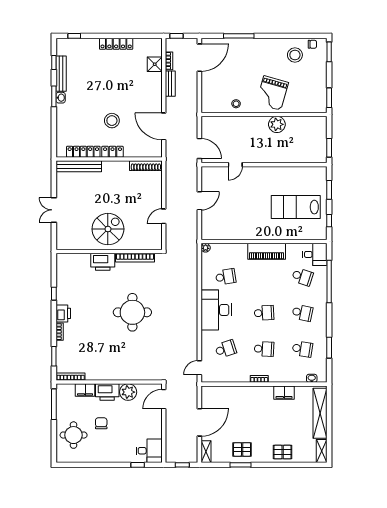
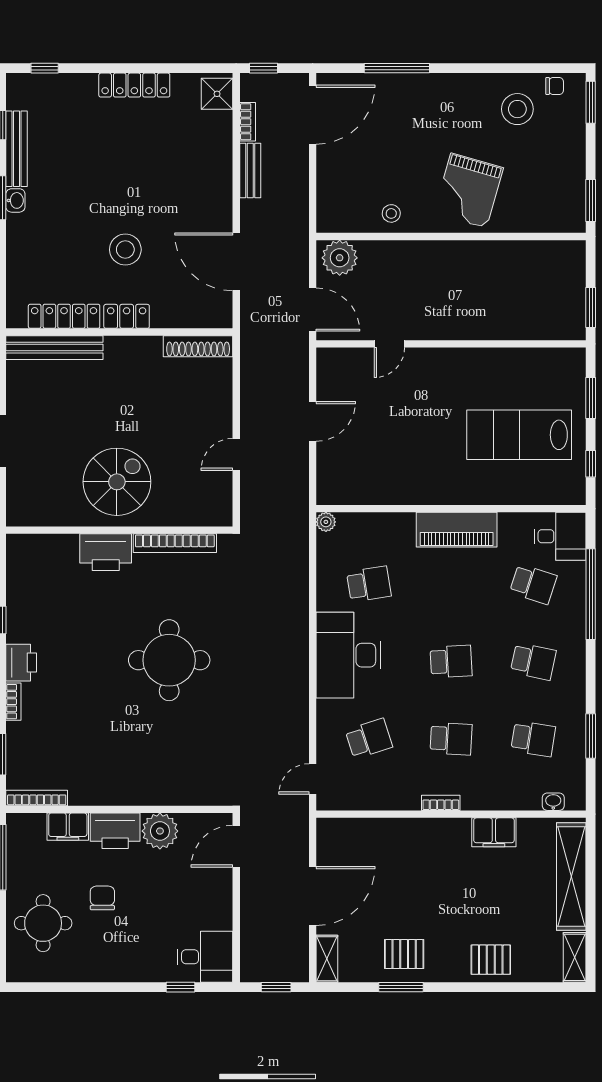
shower: (155, 64) -> (217, 94), moved
plant: (277, 124) -> (340, 258), moved

